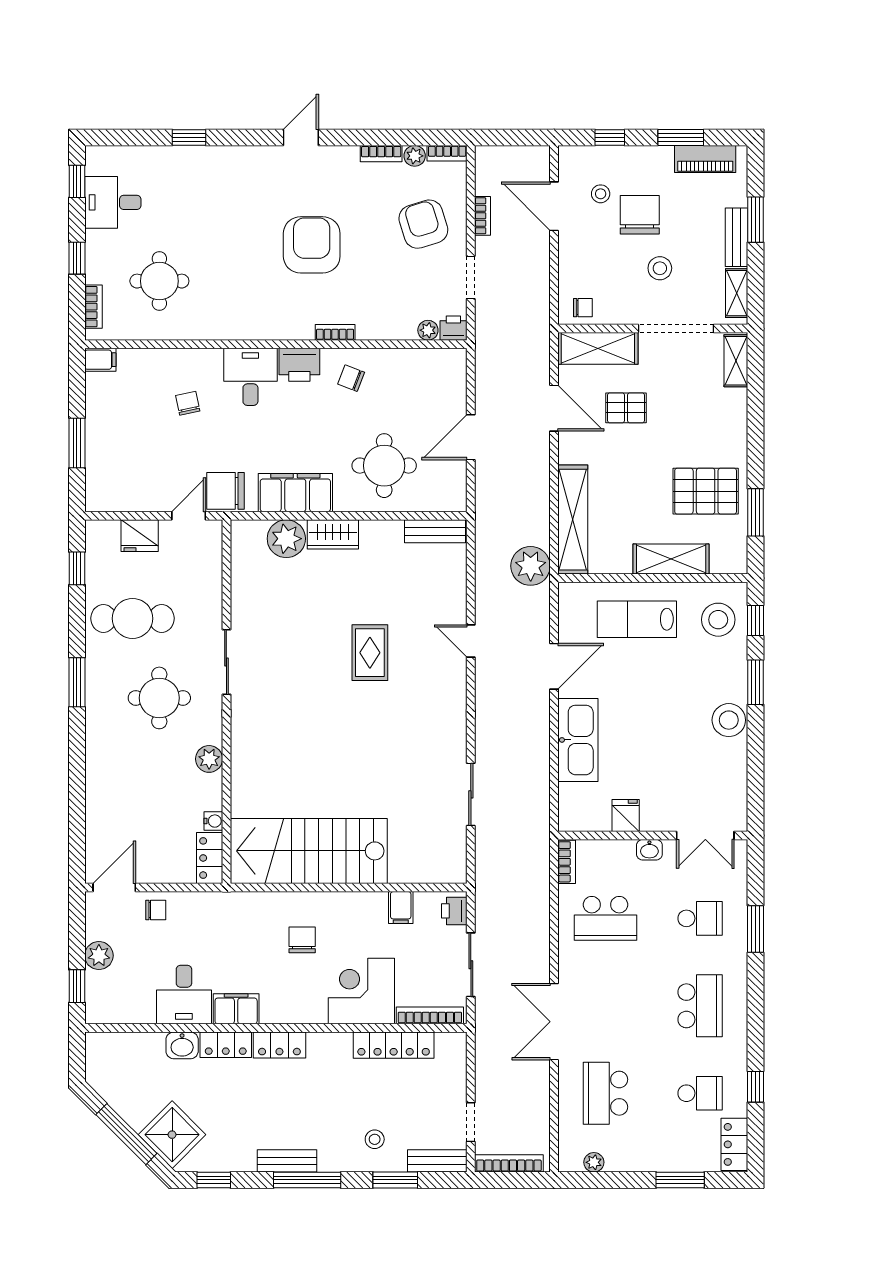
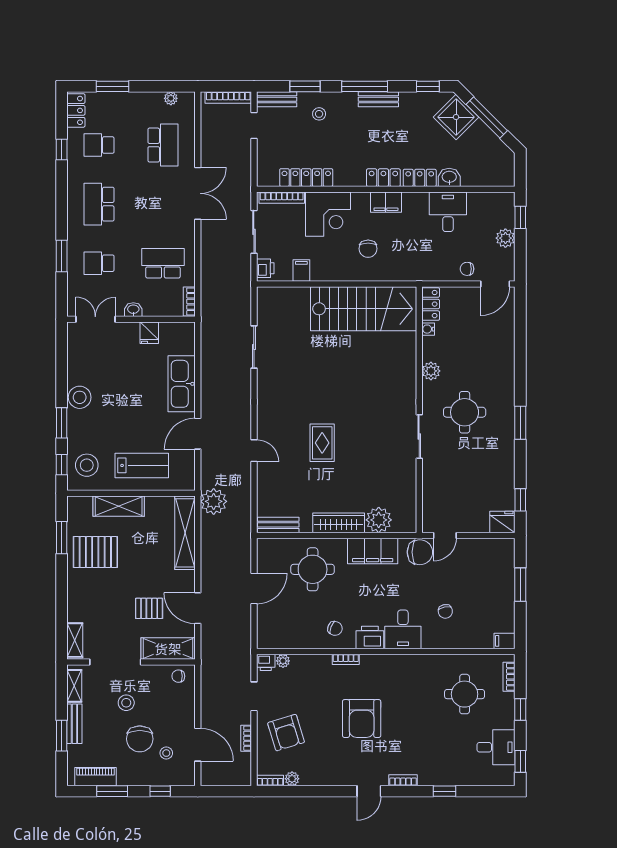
bookcase: (381, 154) -> (403, 780), moved
wardrobe: (333, 534) -> (339, 523), width x1.50
fridge: (140, 536) -> (502, 522), moved
cafe table: (133, 618) -> (483, 466), removed
filing cabinet: (236, 1009) -> (386, 202), moved

